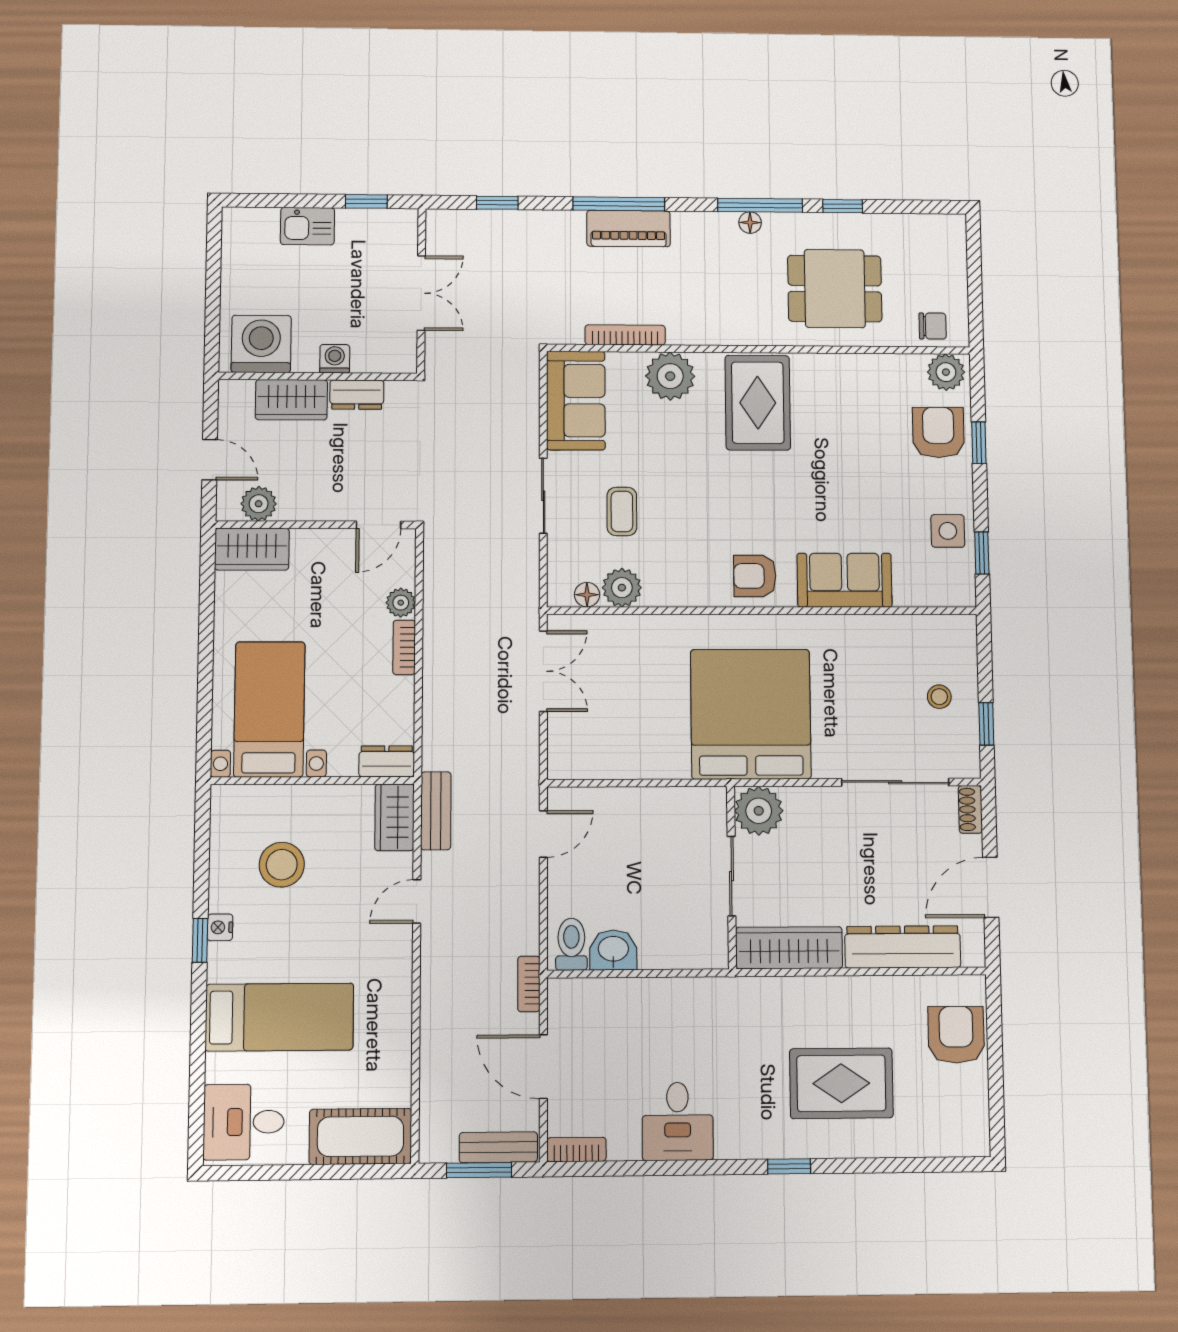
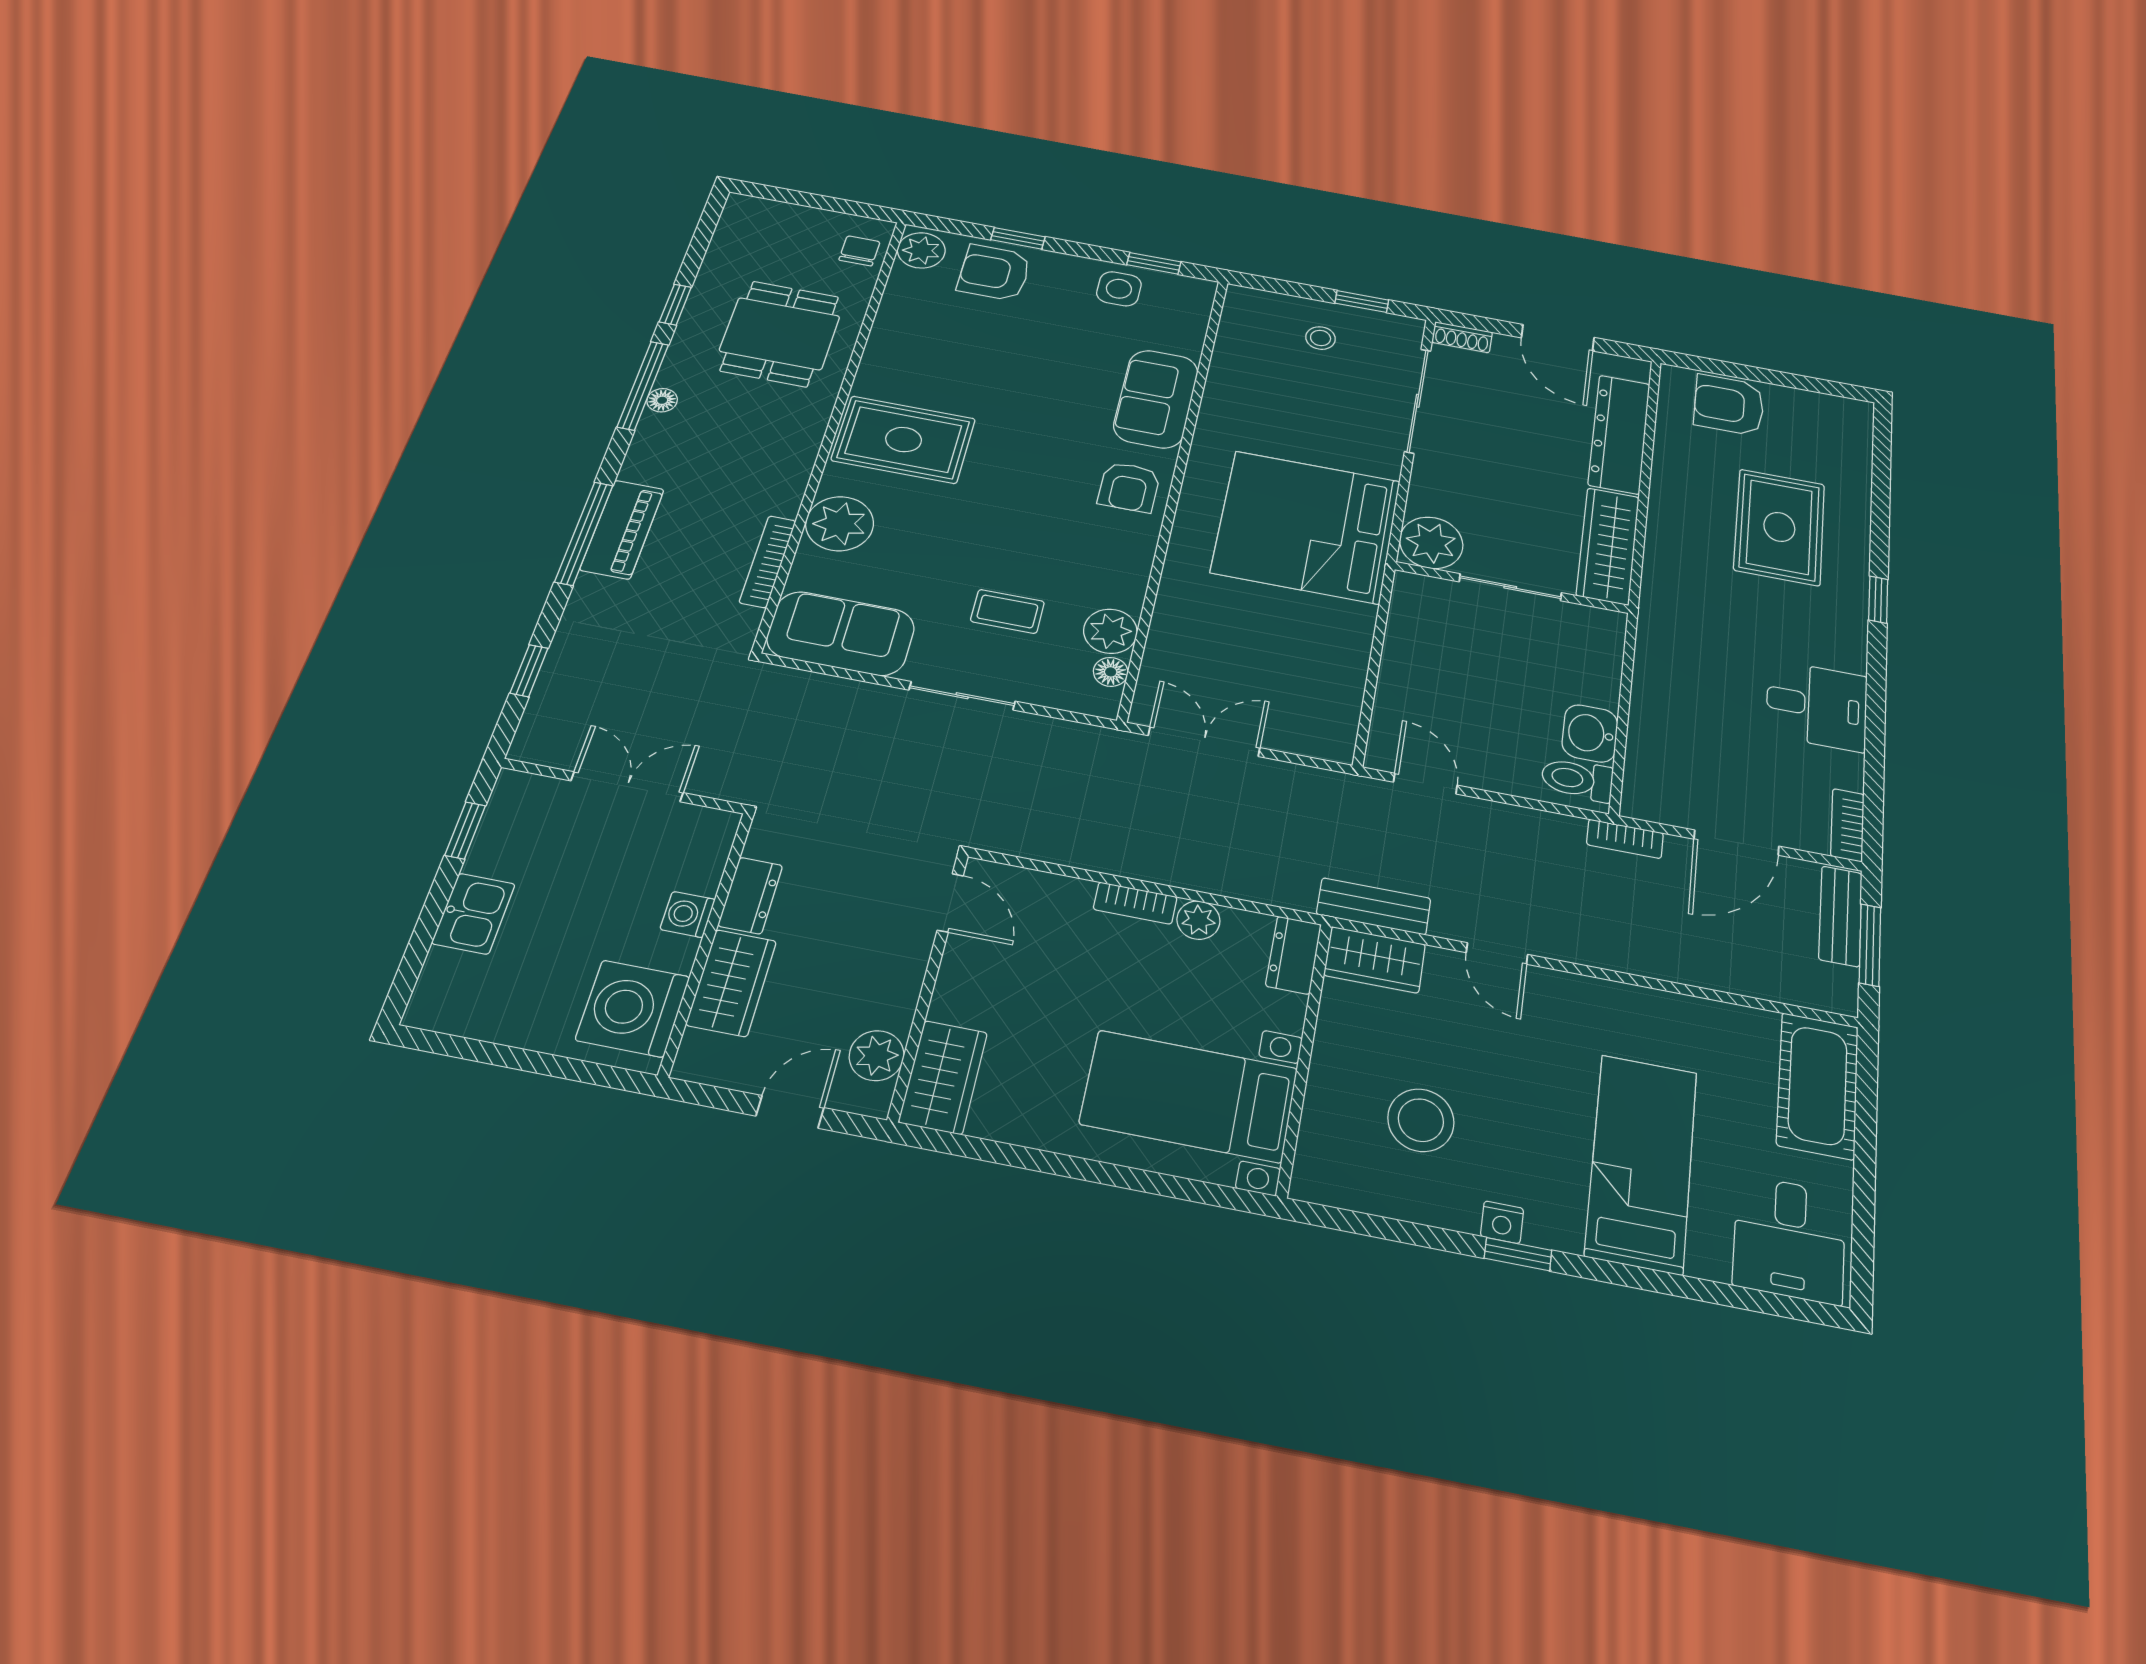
plant: (401, 603) -> (1198, 920), moved

